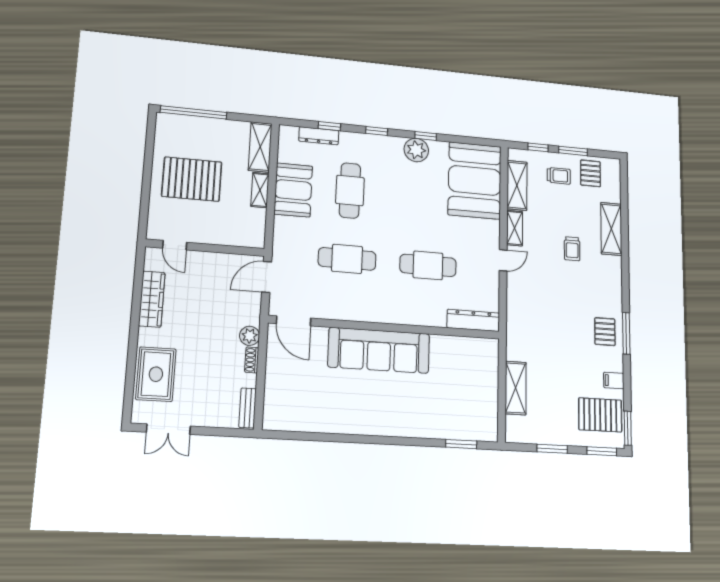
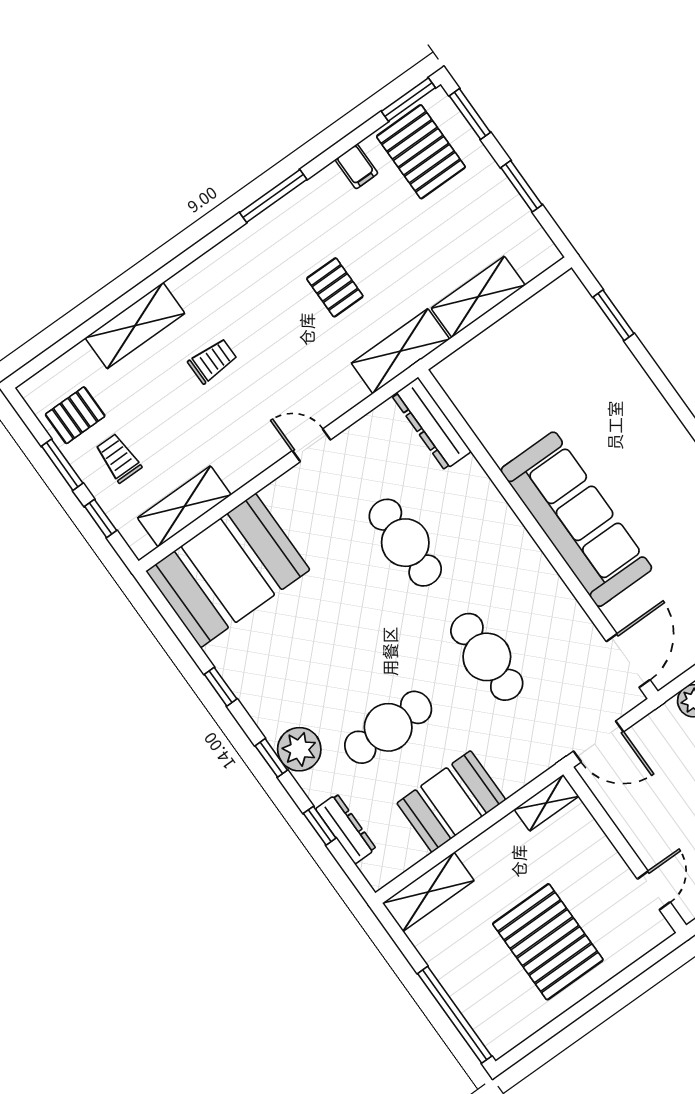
plant: (416, 150) -> (299, 749), moved
shelving: (260, 190) -> (546, 803), moved
shelving: (515, 228) -> (400, 351), moved, width x1.50, depth x1.33
pallet: (605, 332) -> (335, 287), moved, turned 90

